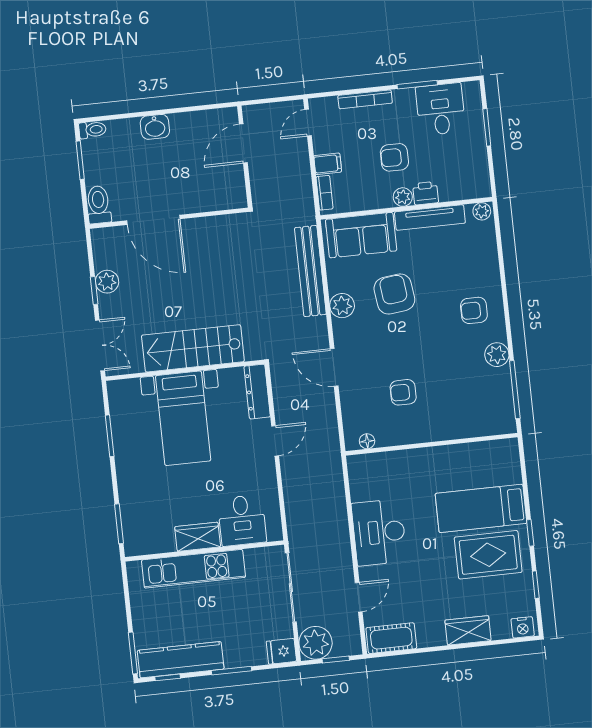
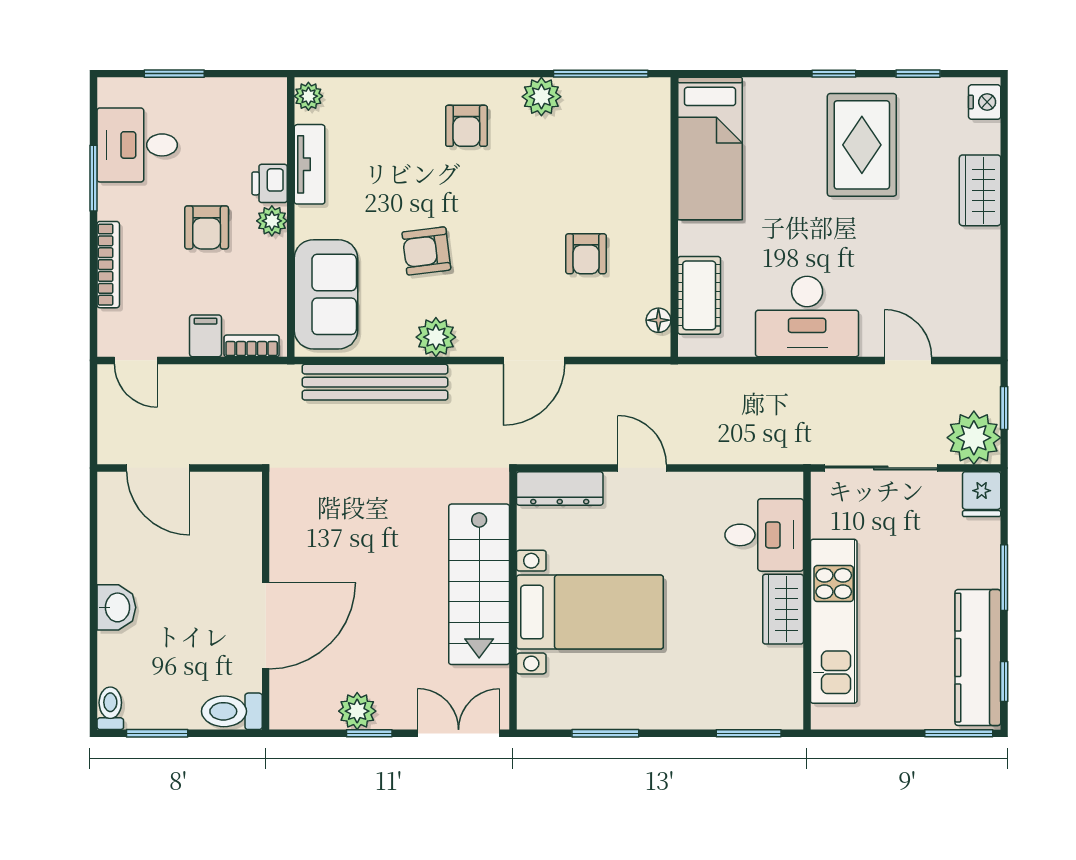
tv unit: (430, 218) -> (310, 164), width x0.71
armchair: (394, 294) -> (426, 251), width x0.72, depth x0.72
bed: (481, 508) -> (710, 148), moved
cot: (391, 638) -> (699, 295), moved

